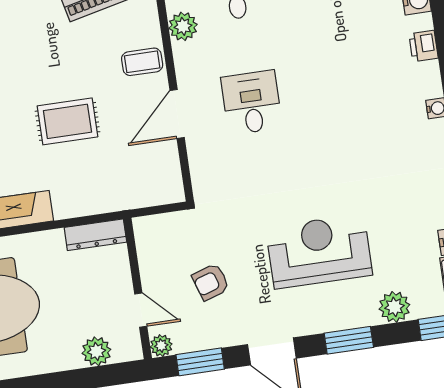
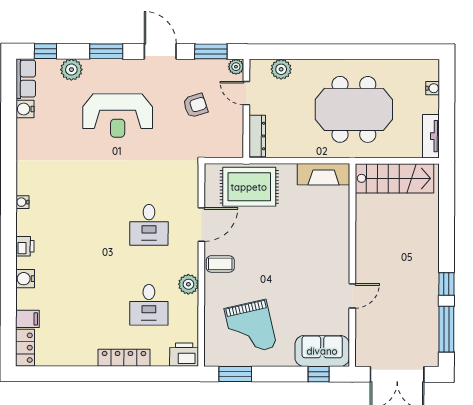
rug: (67, 121) -> (249, 187), moved, width x1.36, depth x1.43
dresser: (95, 235) -> (257, 136), moved, turned 90

